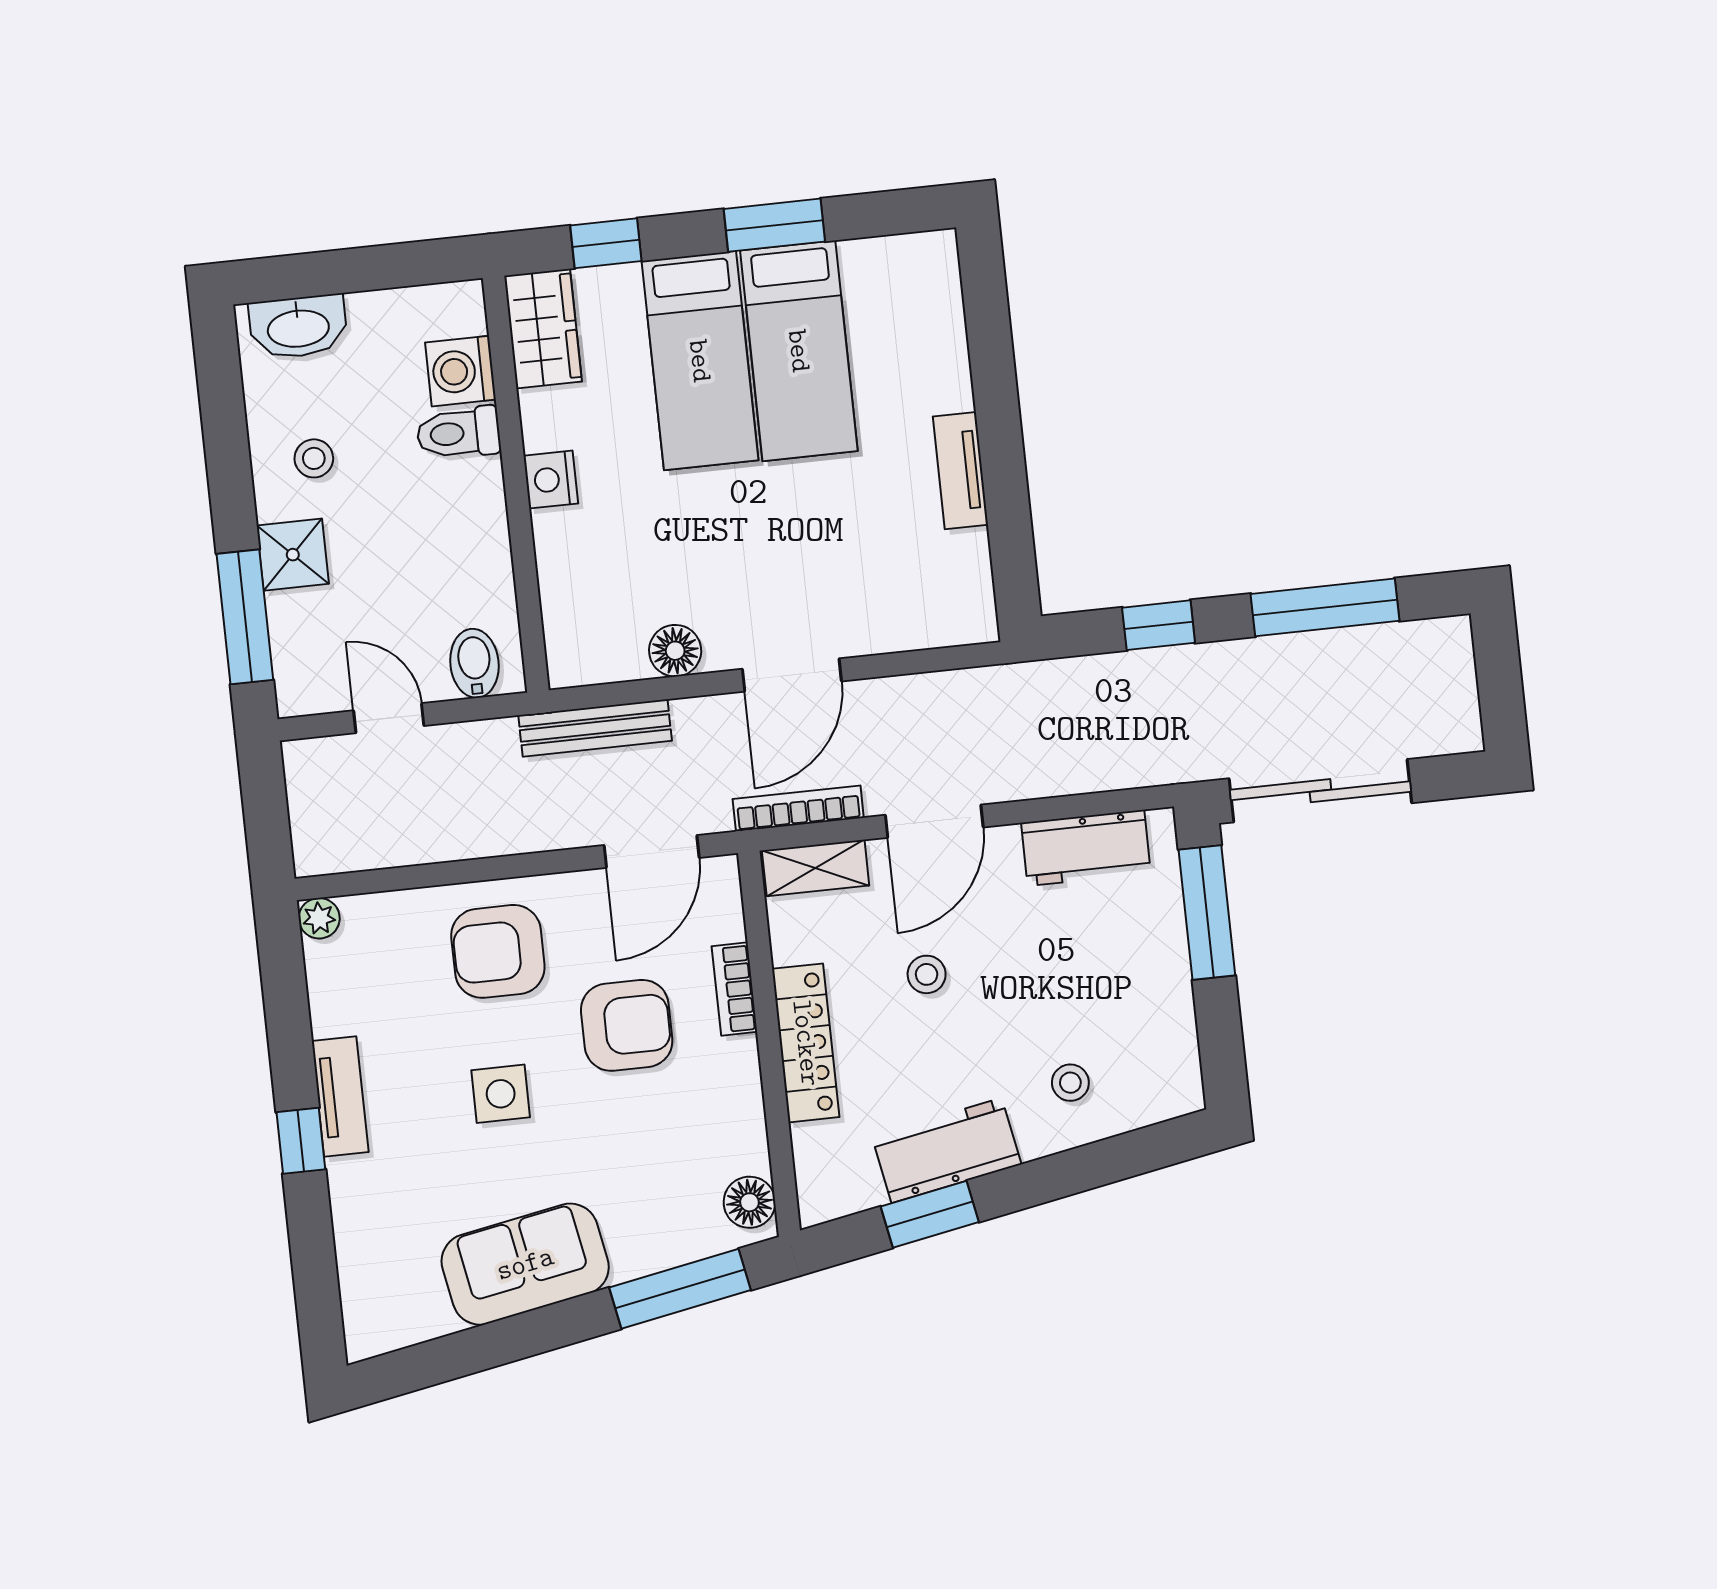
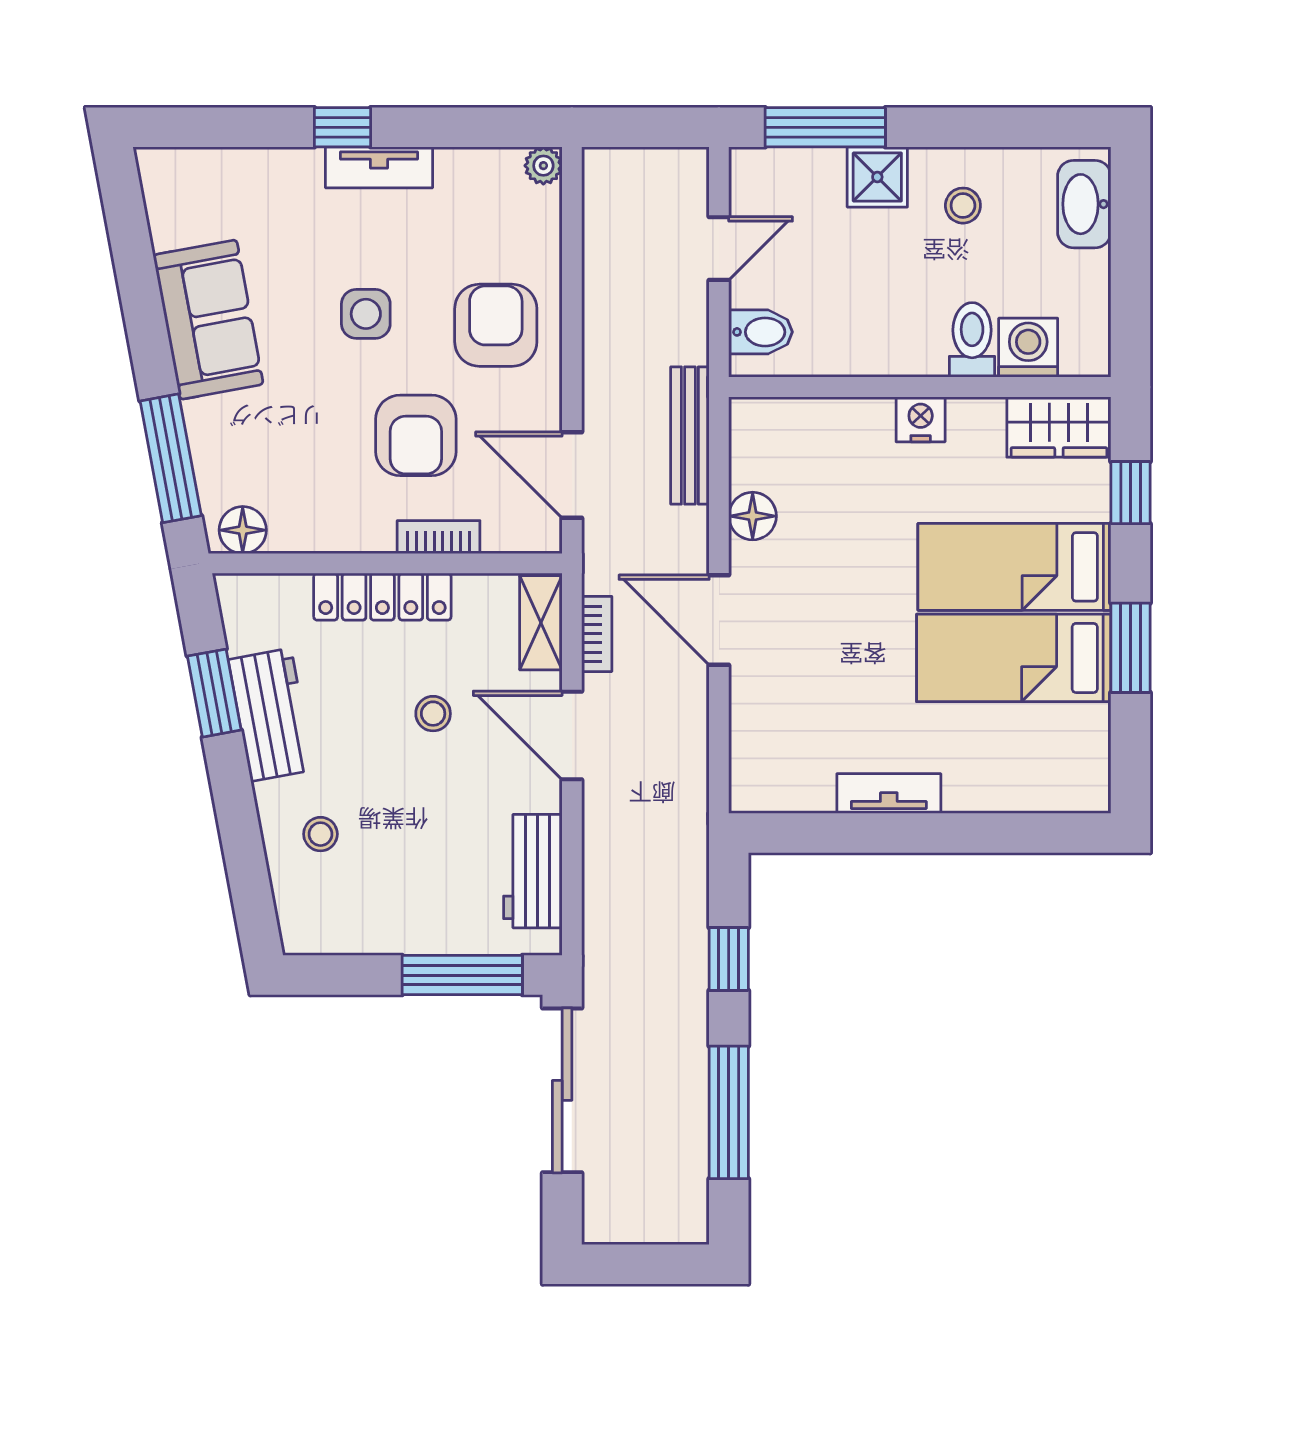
bookcase: (798, 808) -> (597, 634), width x0.64

